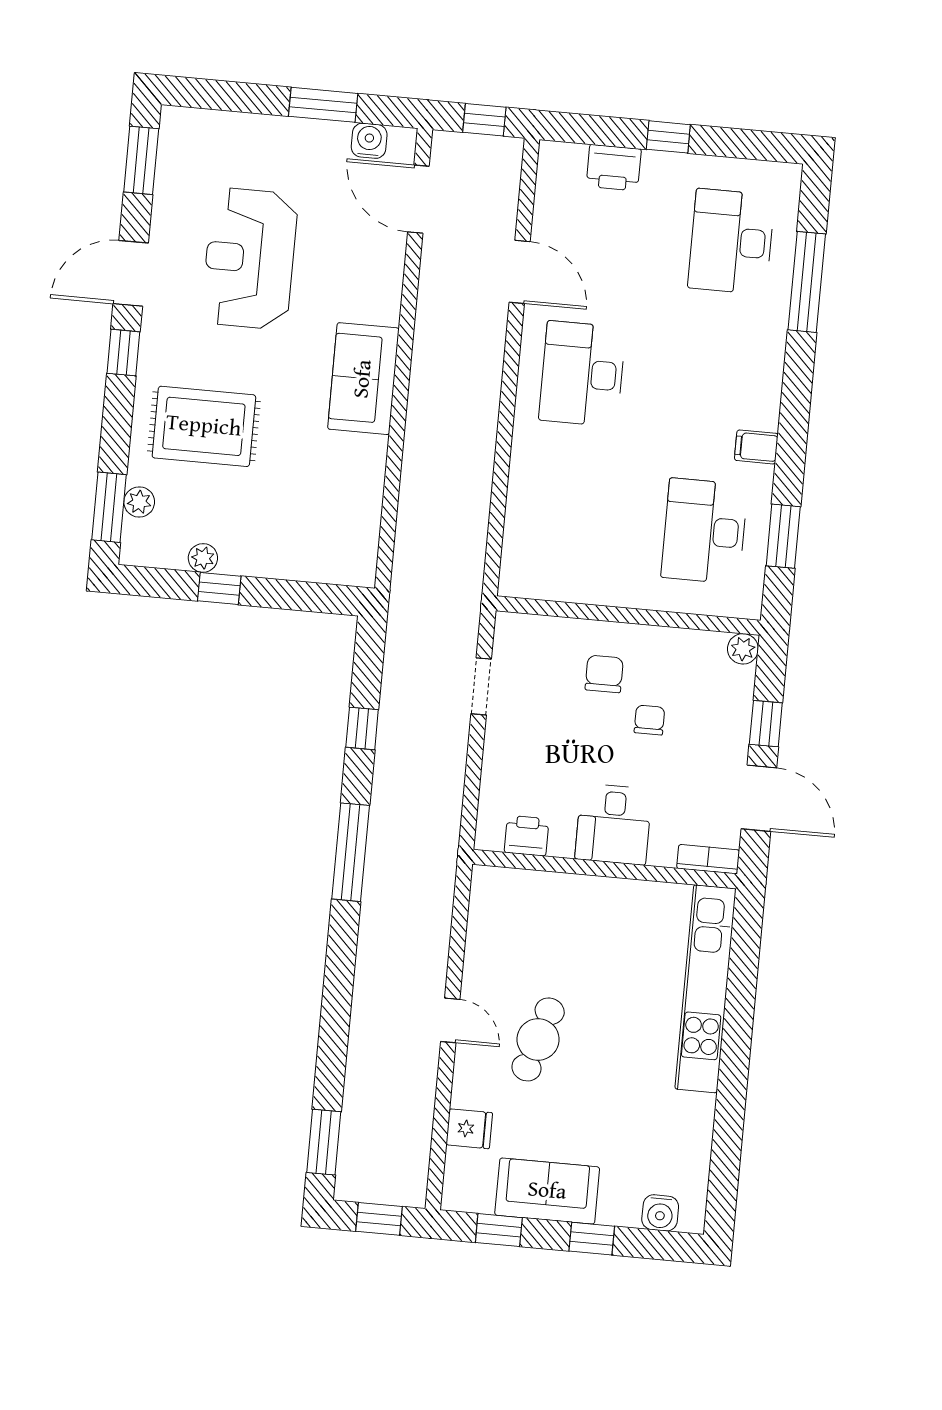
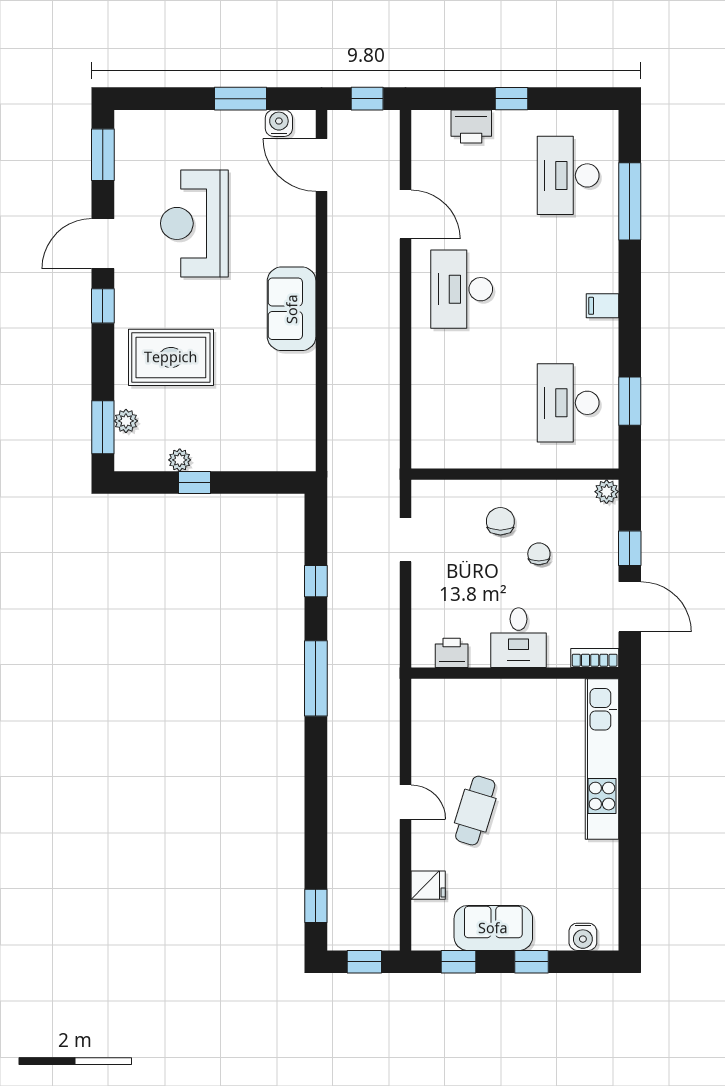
filing cabinet: (756, 447) -> (602, 306), moved
window: (324, 1142) -> (316, 906), width x0.67

